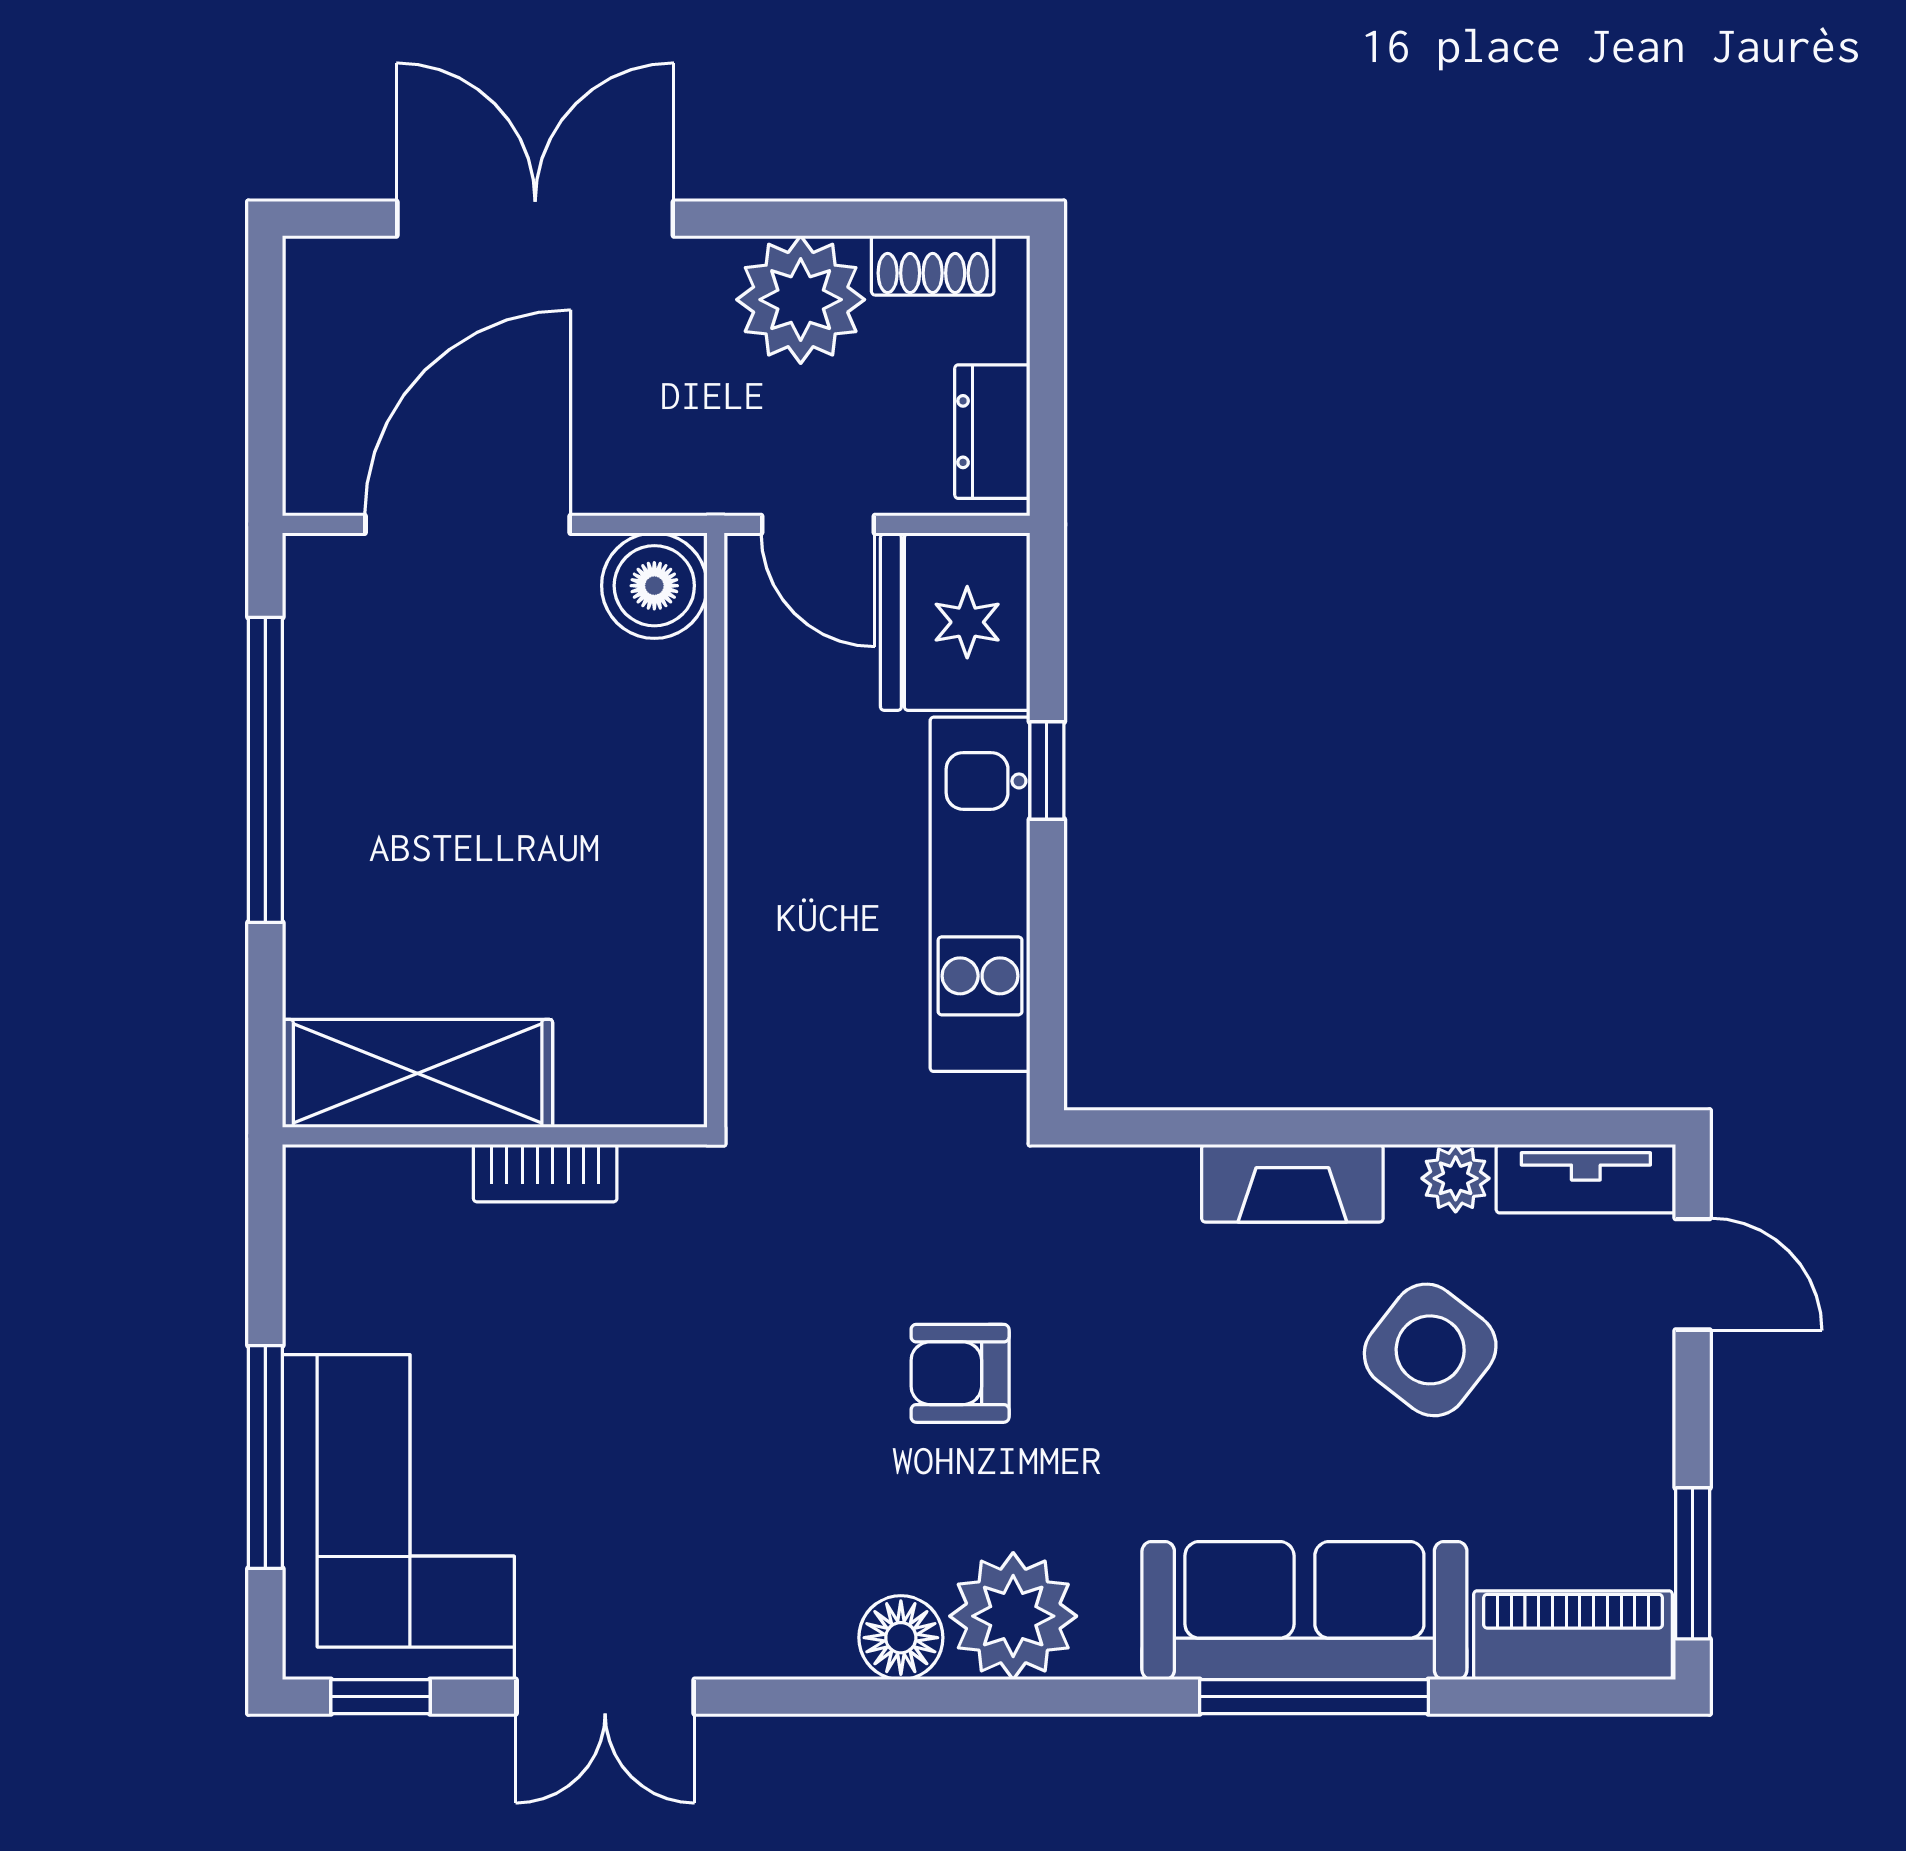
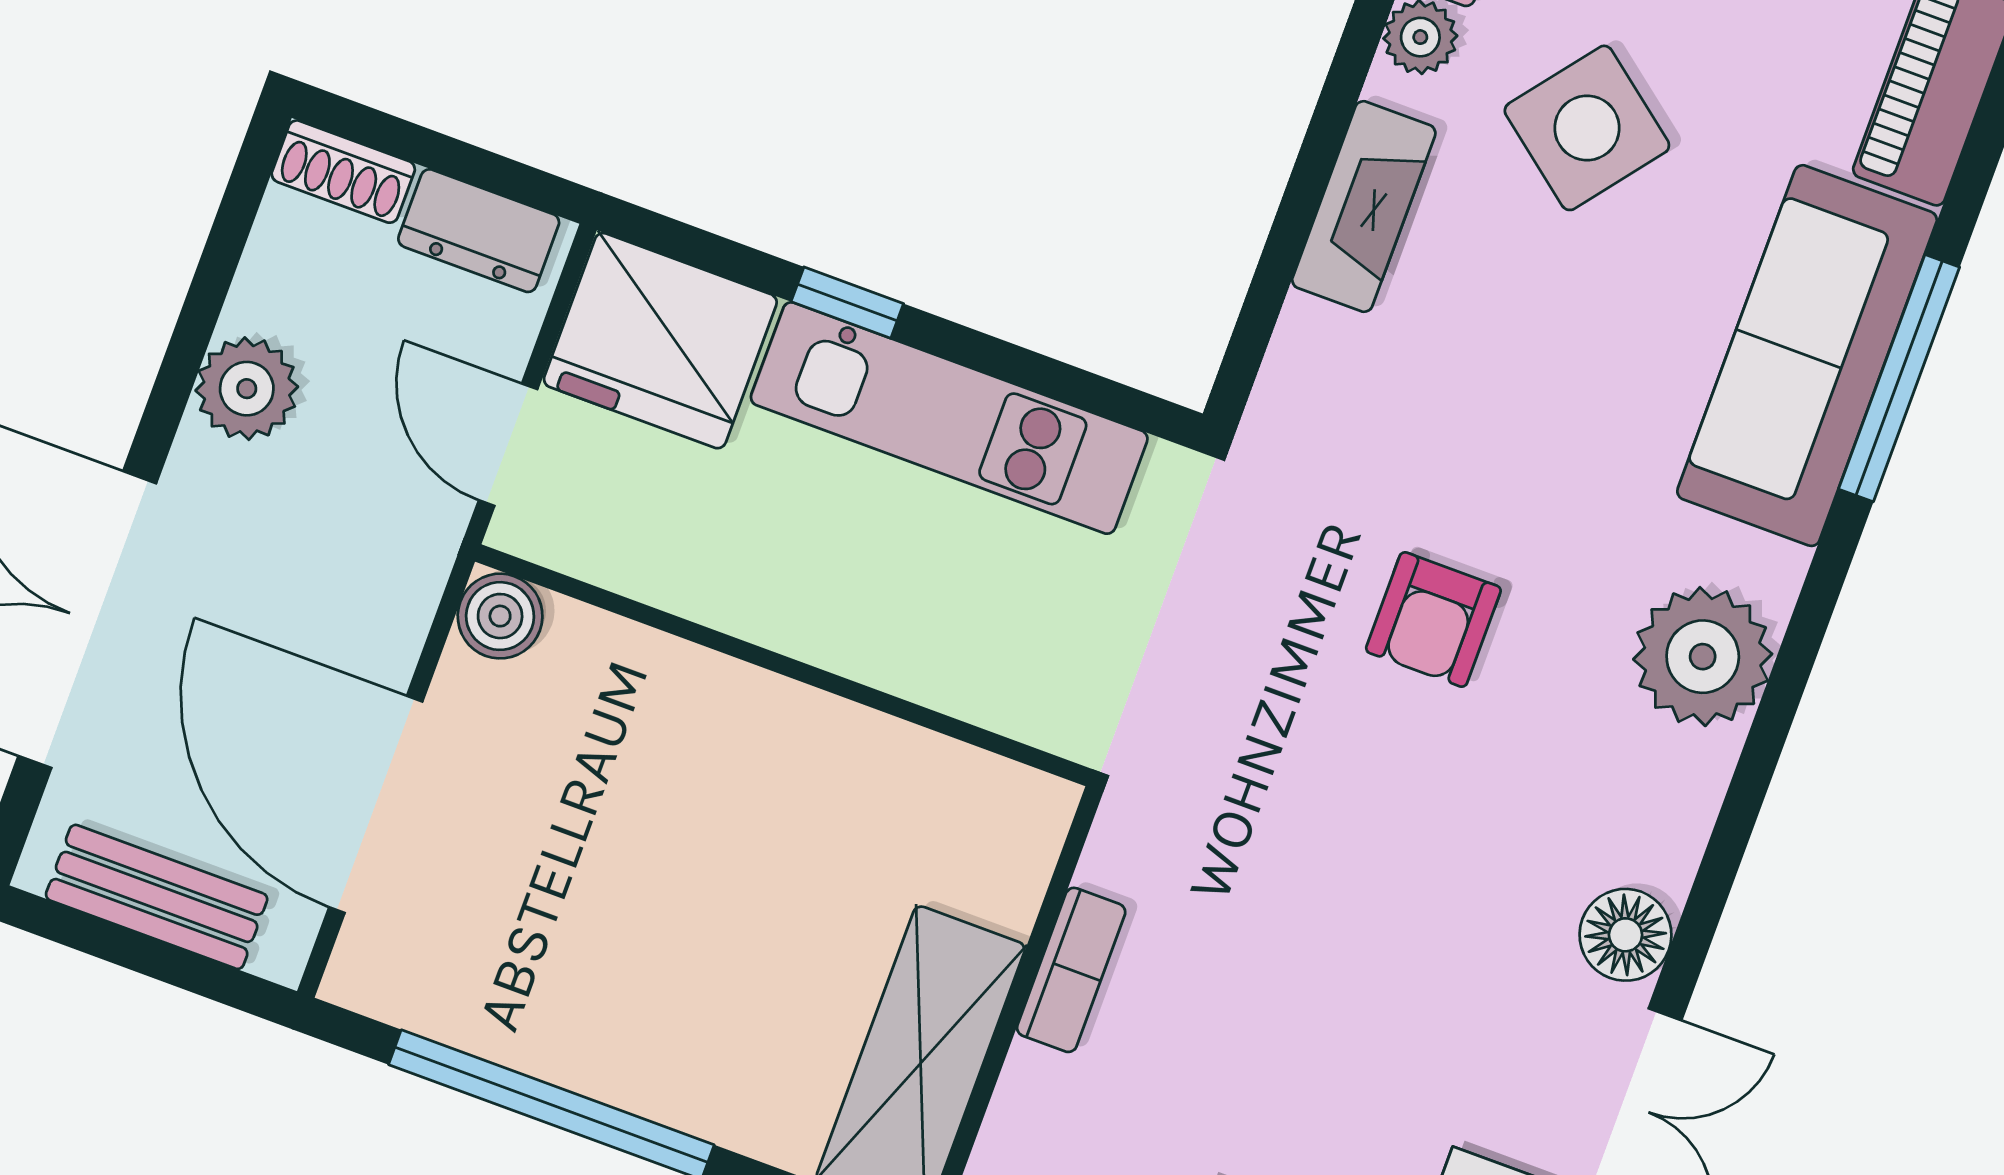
shoe rack: (933, 265) -> (343, 172), moved, turned 90
plant: (801, 300) -> (247, 389), width x0.73, depth x0.73
bench: (319, 366) -> (157, 897), added
door: (818, 524) -> (508, 445), swing flipped
boiler: (654, 586) -> (500, 616), width x0.73, depth x0.73
floor lamp: (901, 1638) -> (1626, 935), moved

